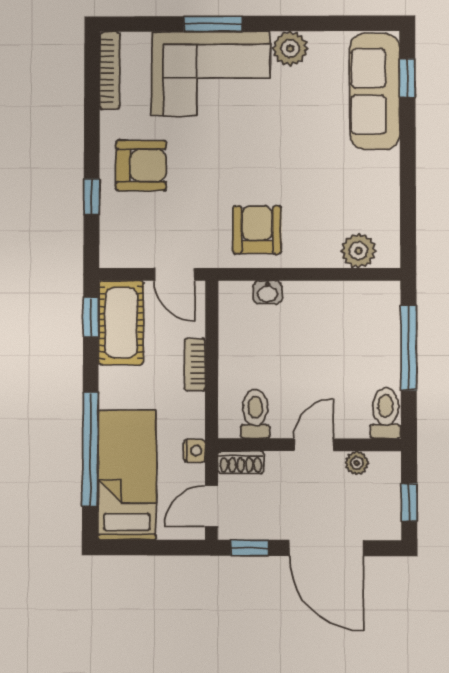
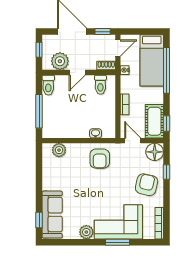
armchair: (141, 165) -> (147, 185), turned 103
floor lamp: (121, 246) -> (155, 152), added
plant: (357, 463) -> (60, 61), width x1.88, depth x1.88

